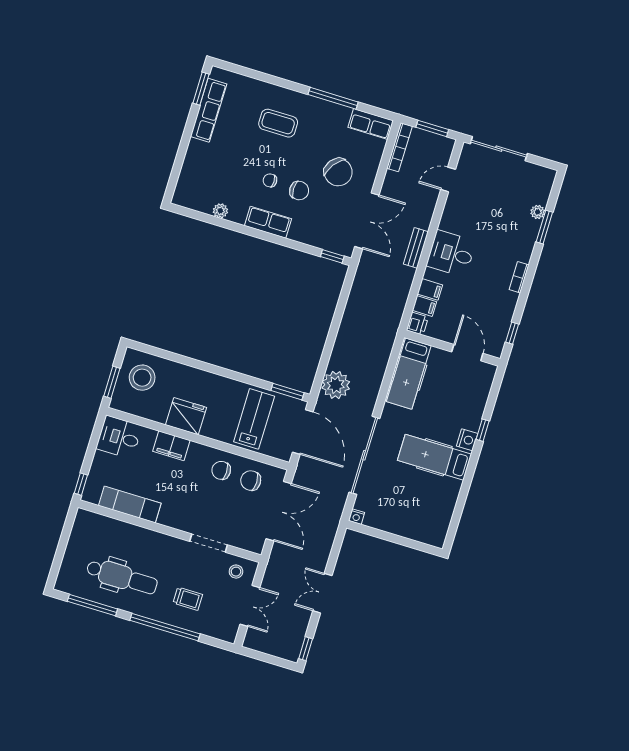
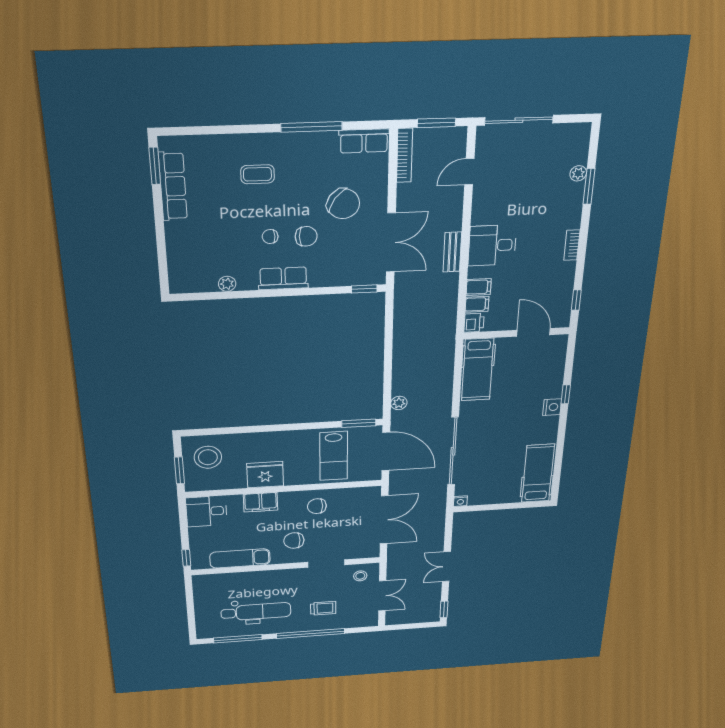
coffee table: (278, 123) -> (257, 174), width x0.73, depth x0.77
plant: (336, 385) -> (399, 403), width x0.53, depth x0.53
lab bench: (254, 419) -> (334, 456), turned 180
hospital bed: (434, 457) -> (538, 473), moved, turned 90
chair: (251, 481) -> (294, 541), moved

